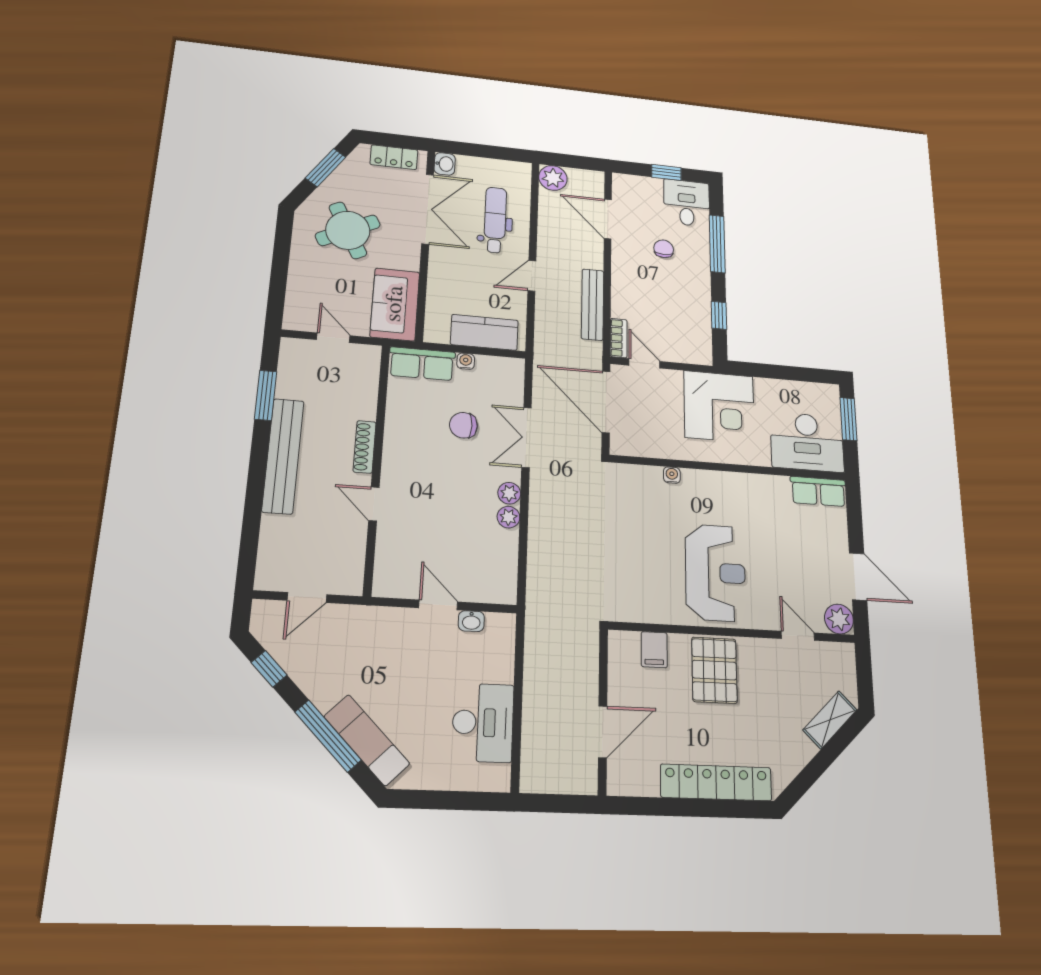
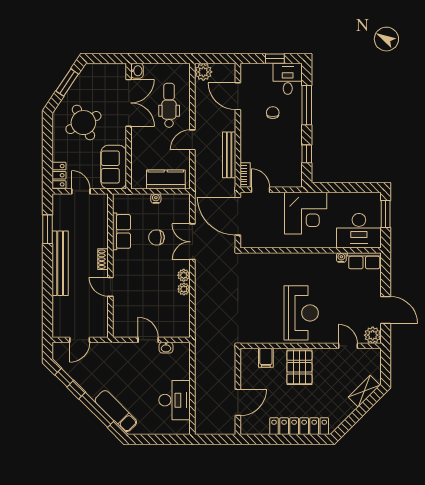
locker: (394, 157) -> (59, 175), moved, turned -90
row of seats: (422, 364) -> (122, 231), moved, turned -90
shoe rack: (365, 447) -> (103, 259), width x0.70
water cooler: (672, 475) -> (341, 258), moved

